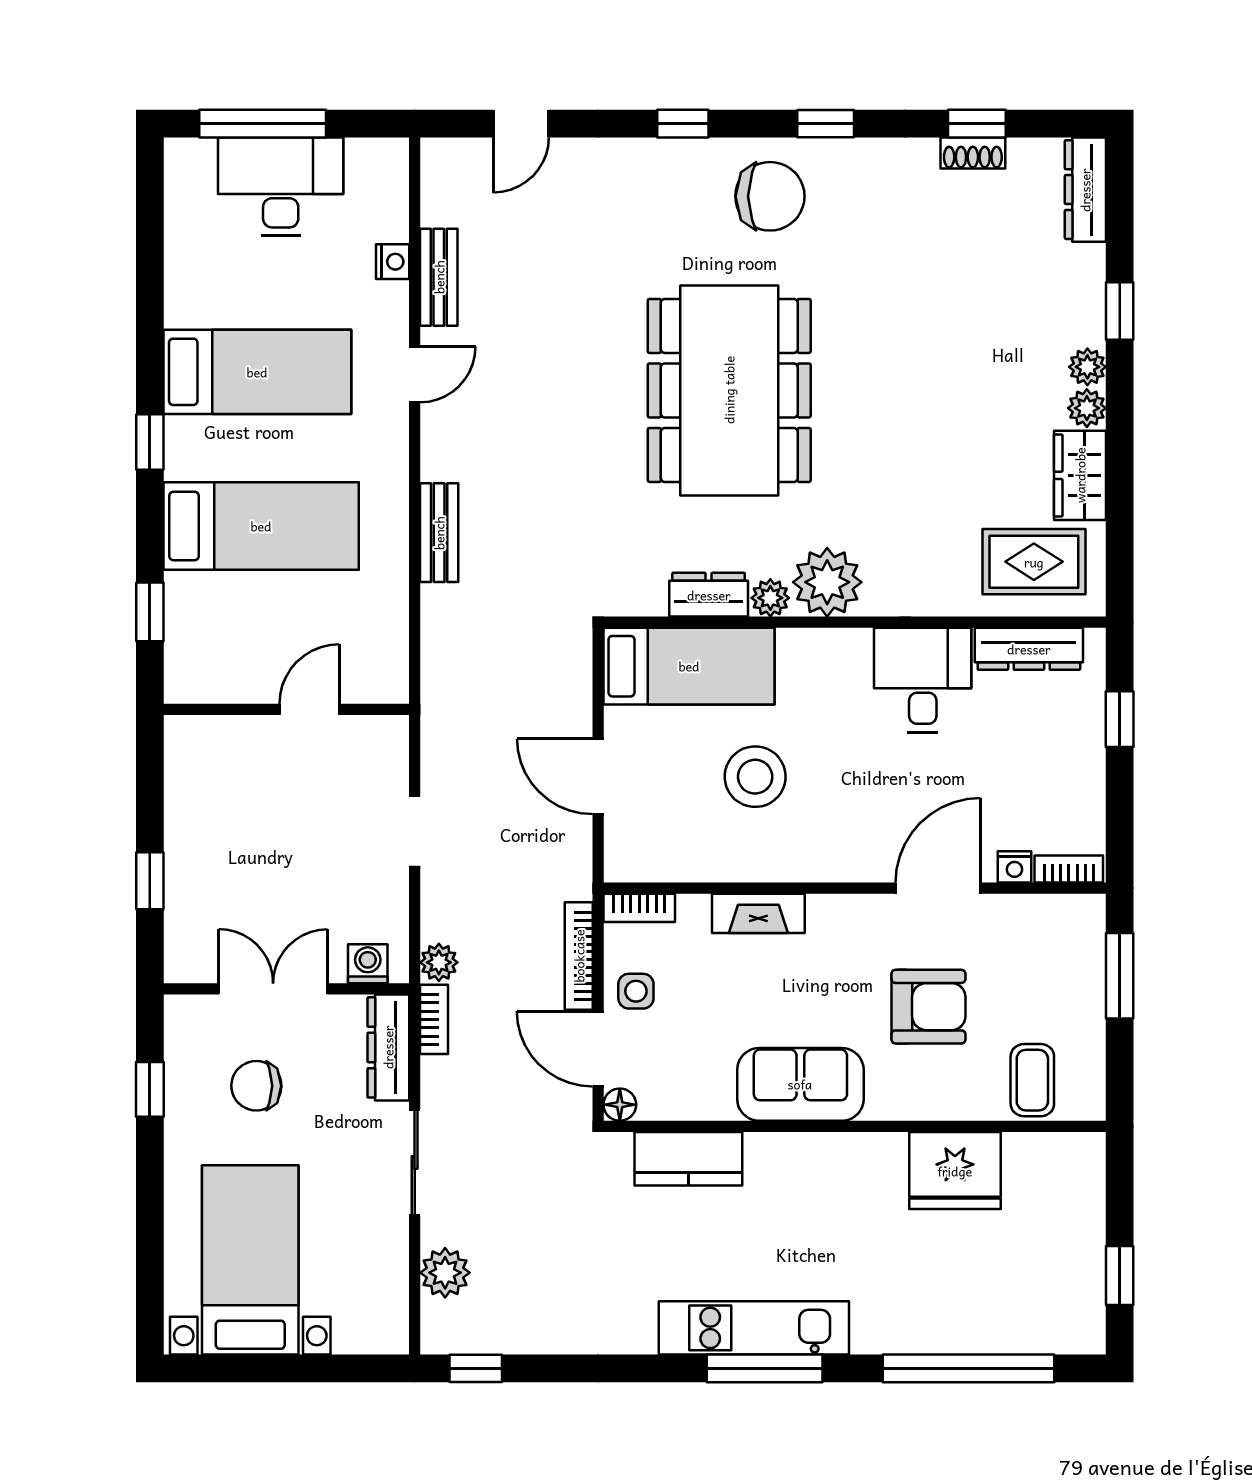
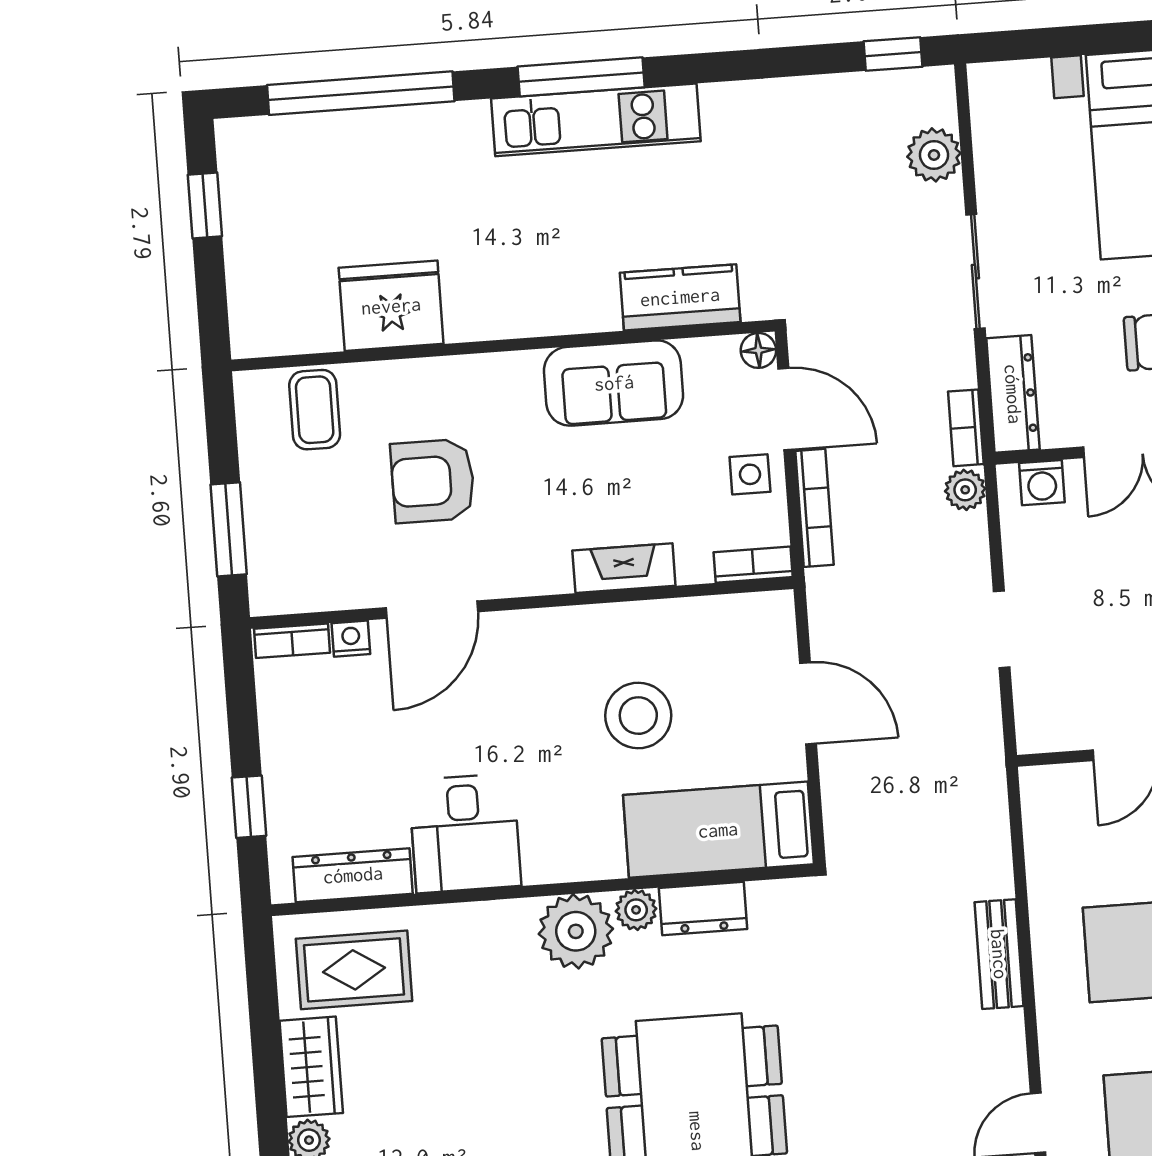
sofa: (800, 1084) -> (614, 383), moved

